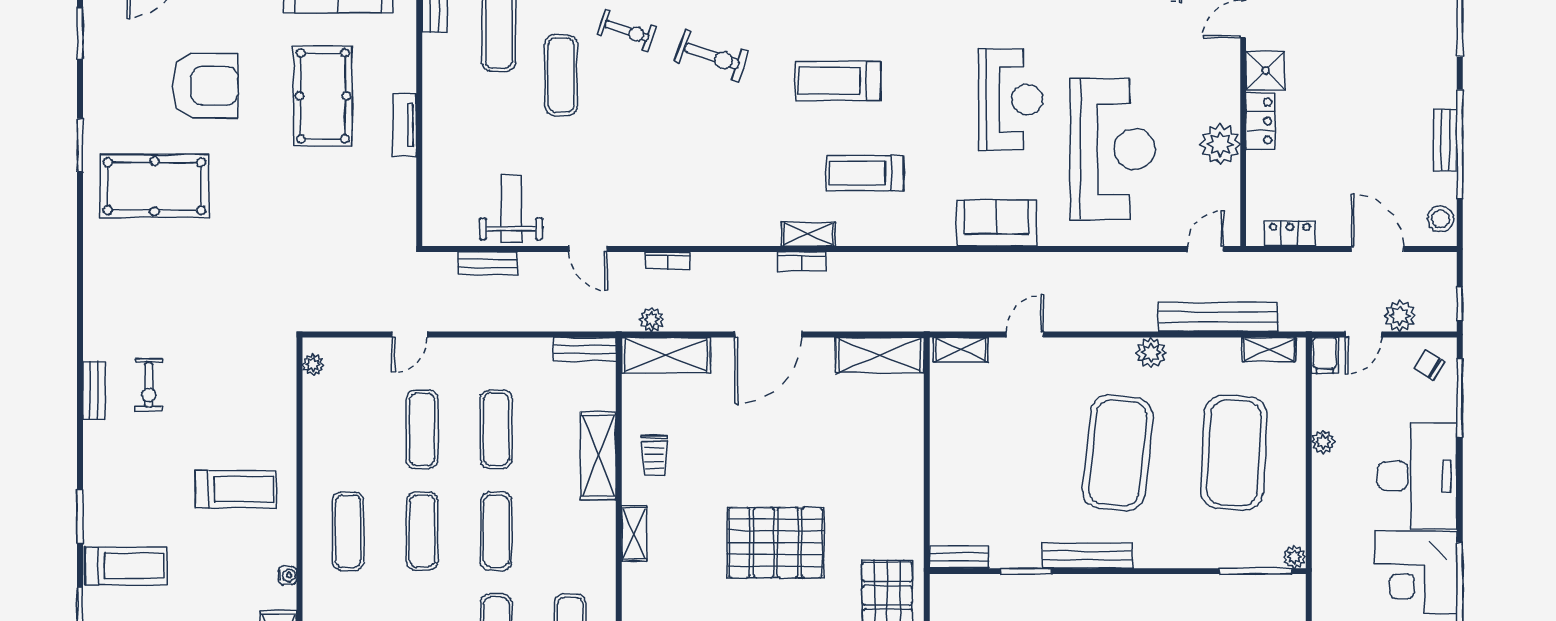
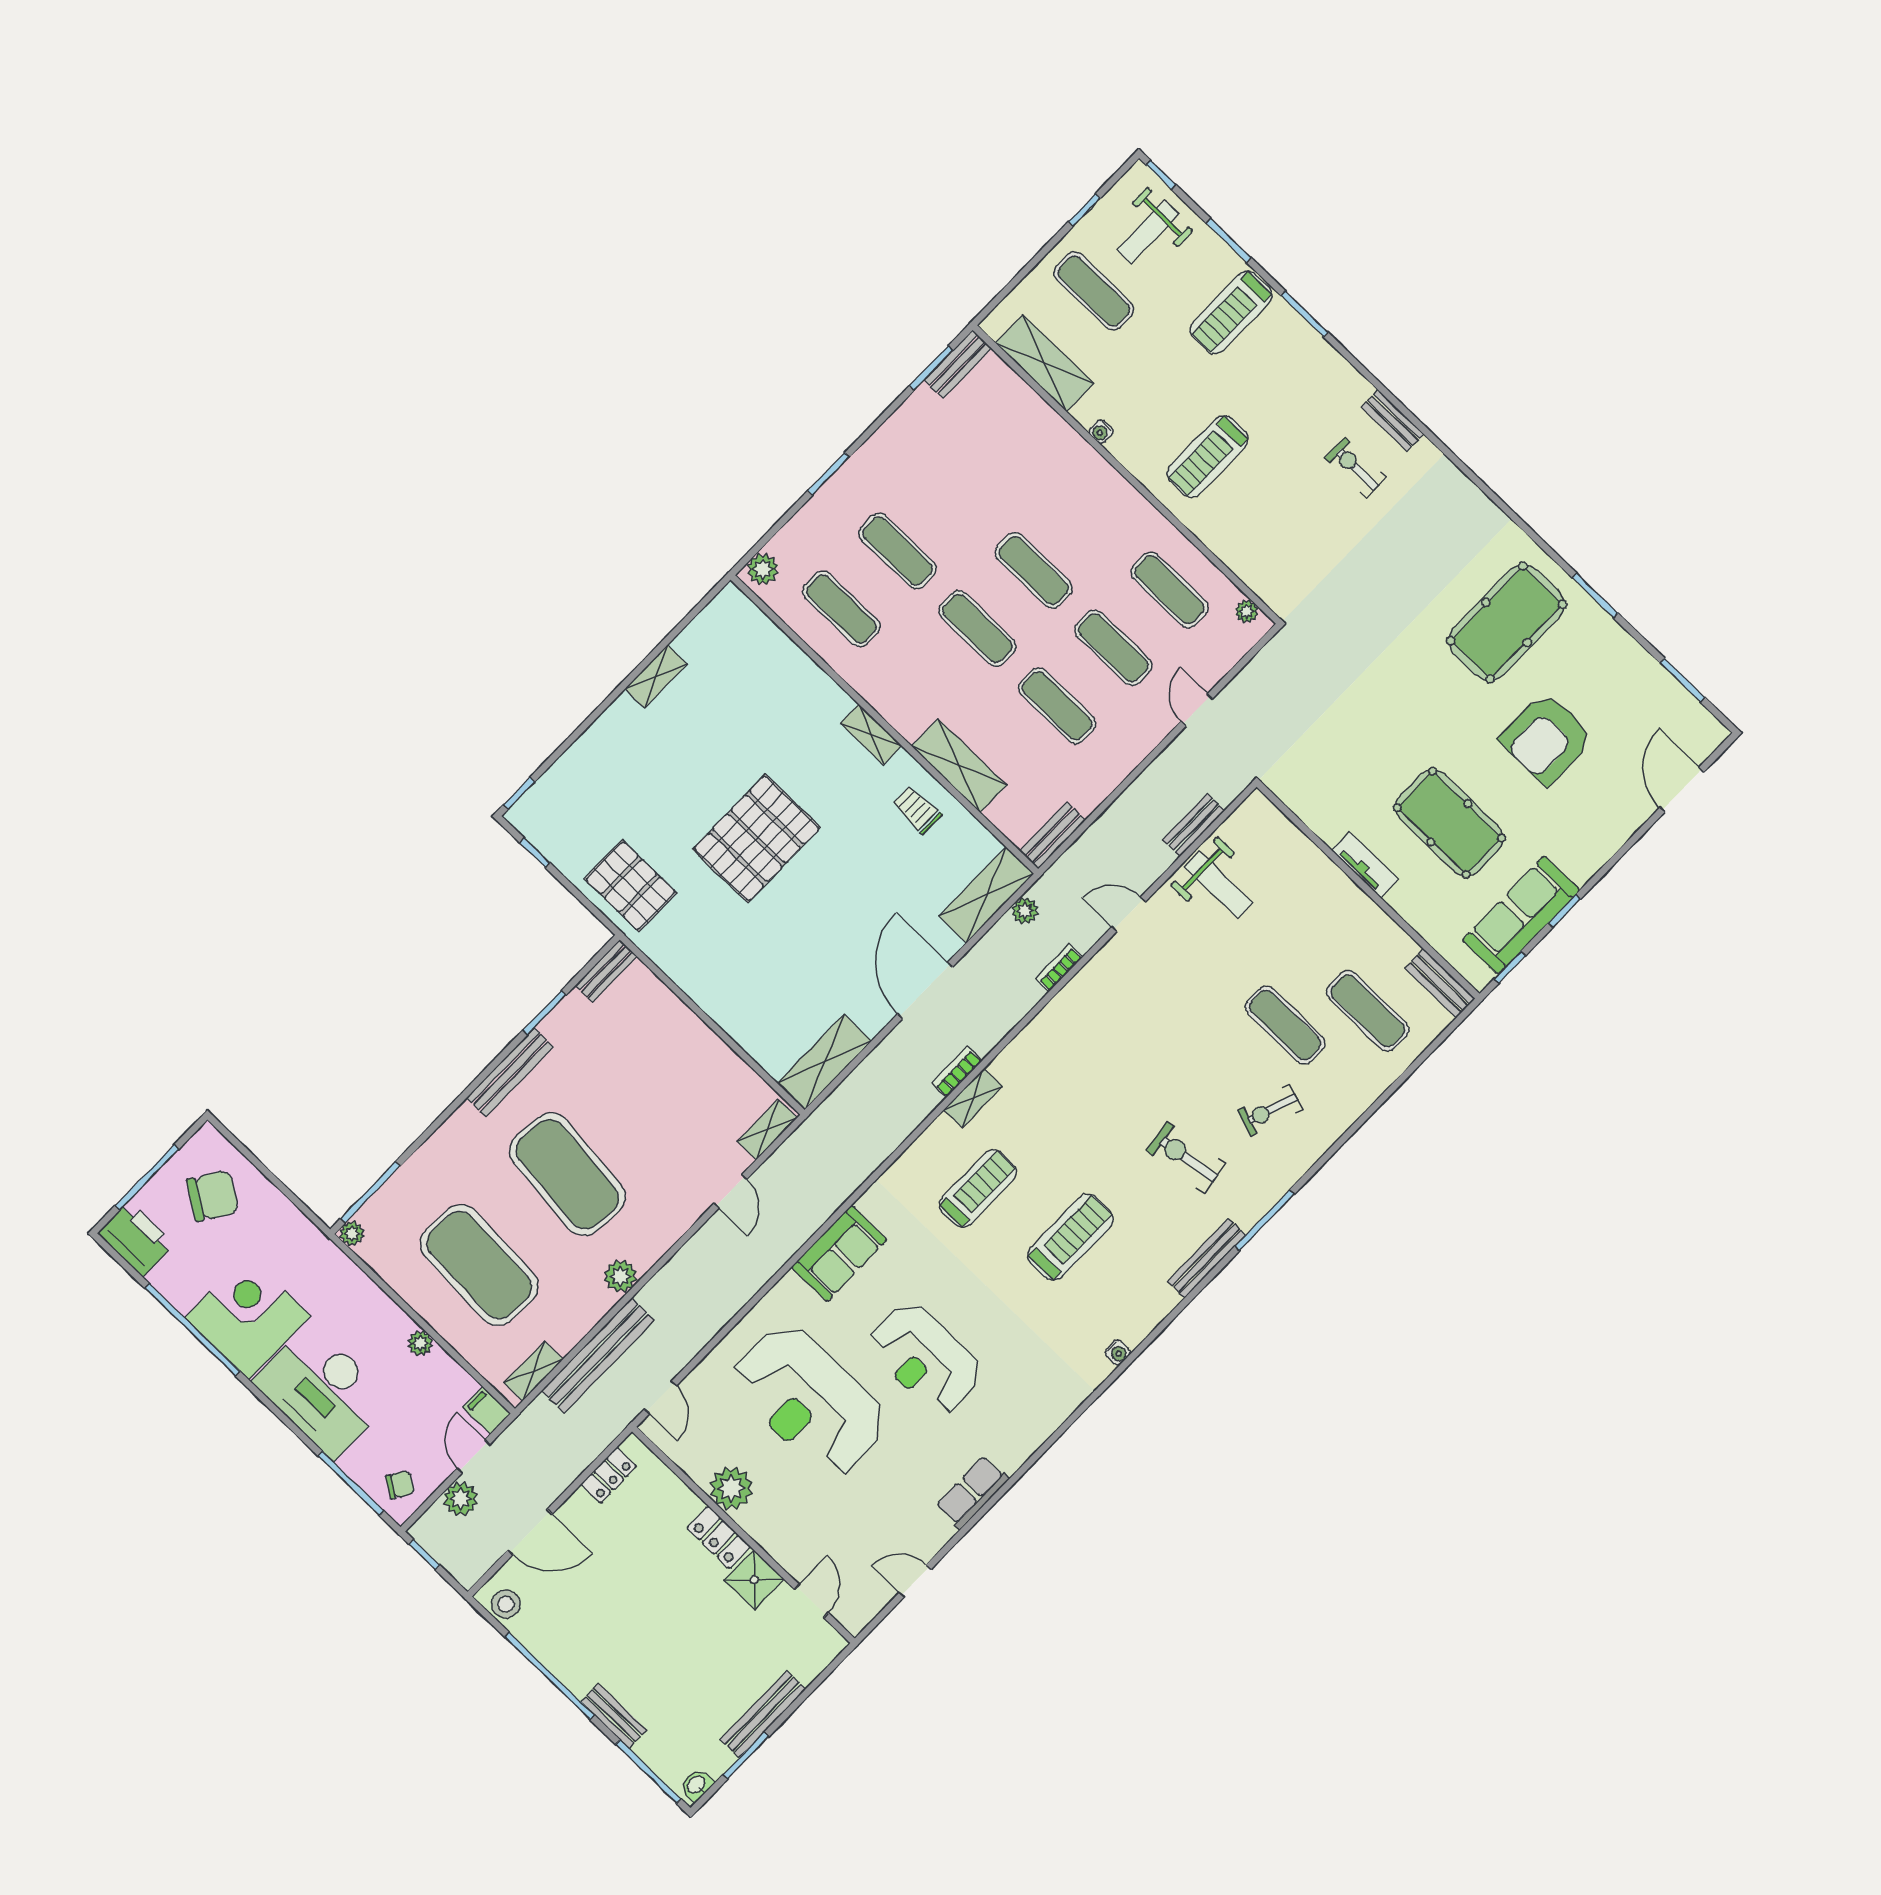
exercise bike: (712, 56) -> (1186, 1157), turned 63
bench: (1445, 140) -> (614, 1716), moved
exercise mat: (348, 531) -> (1170, 590), moved

